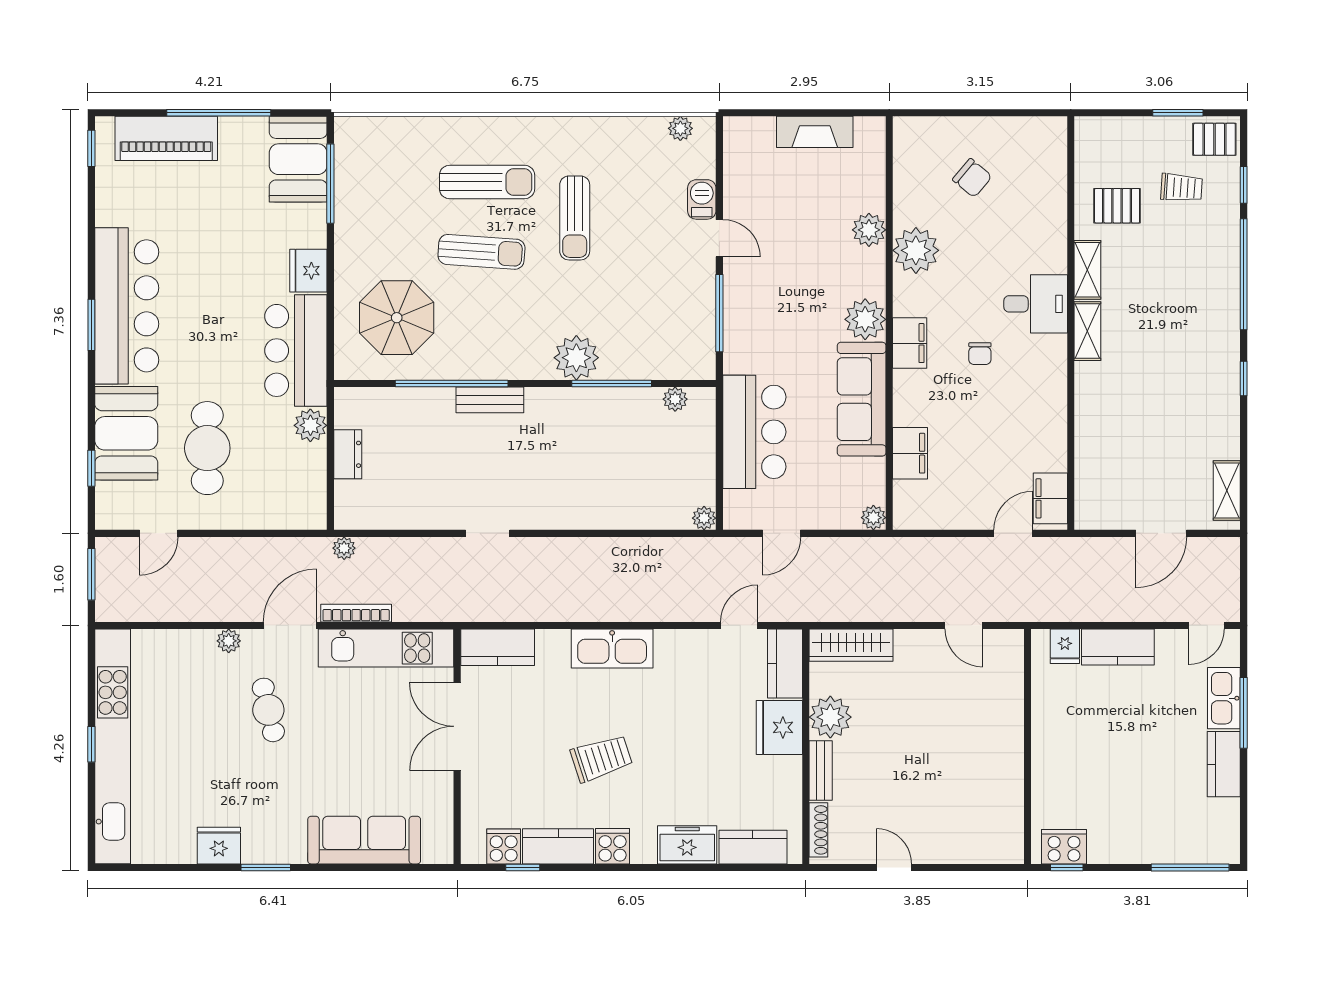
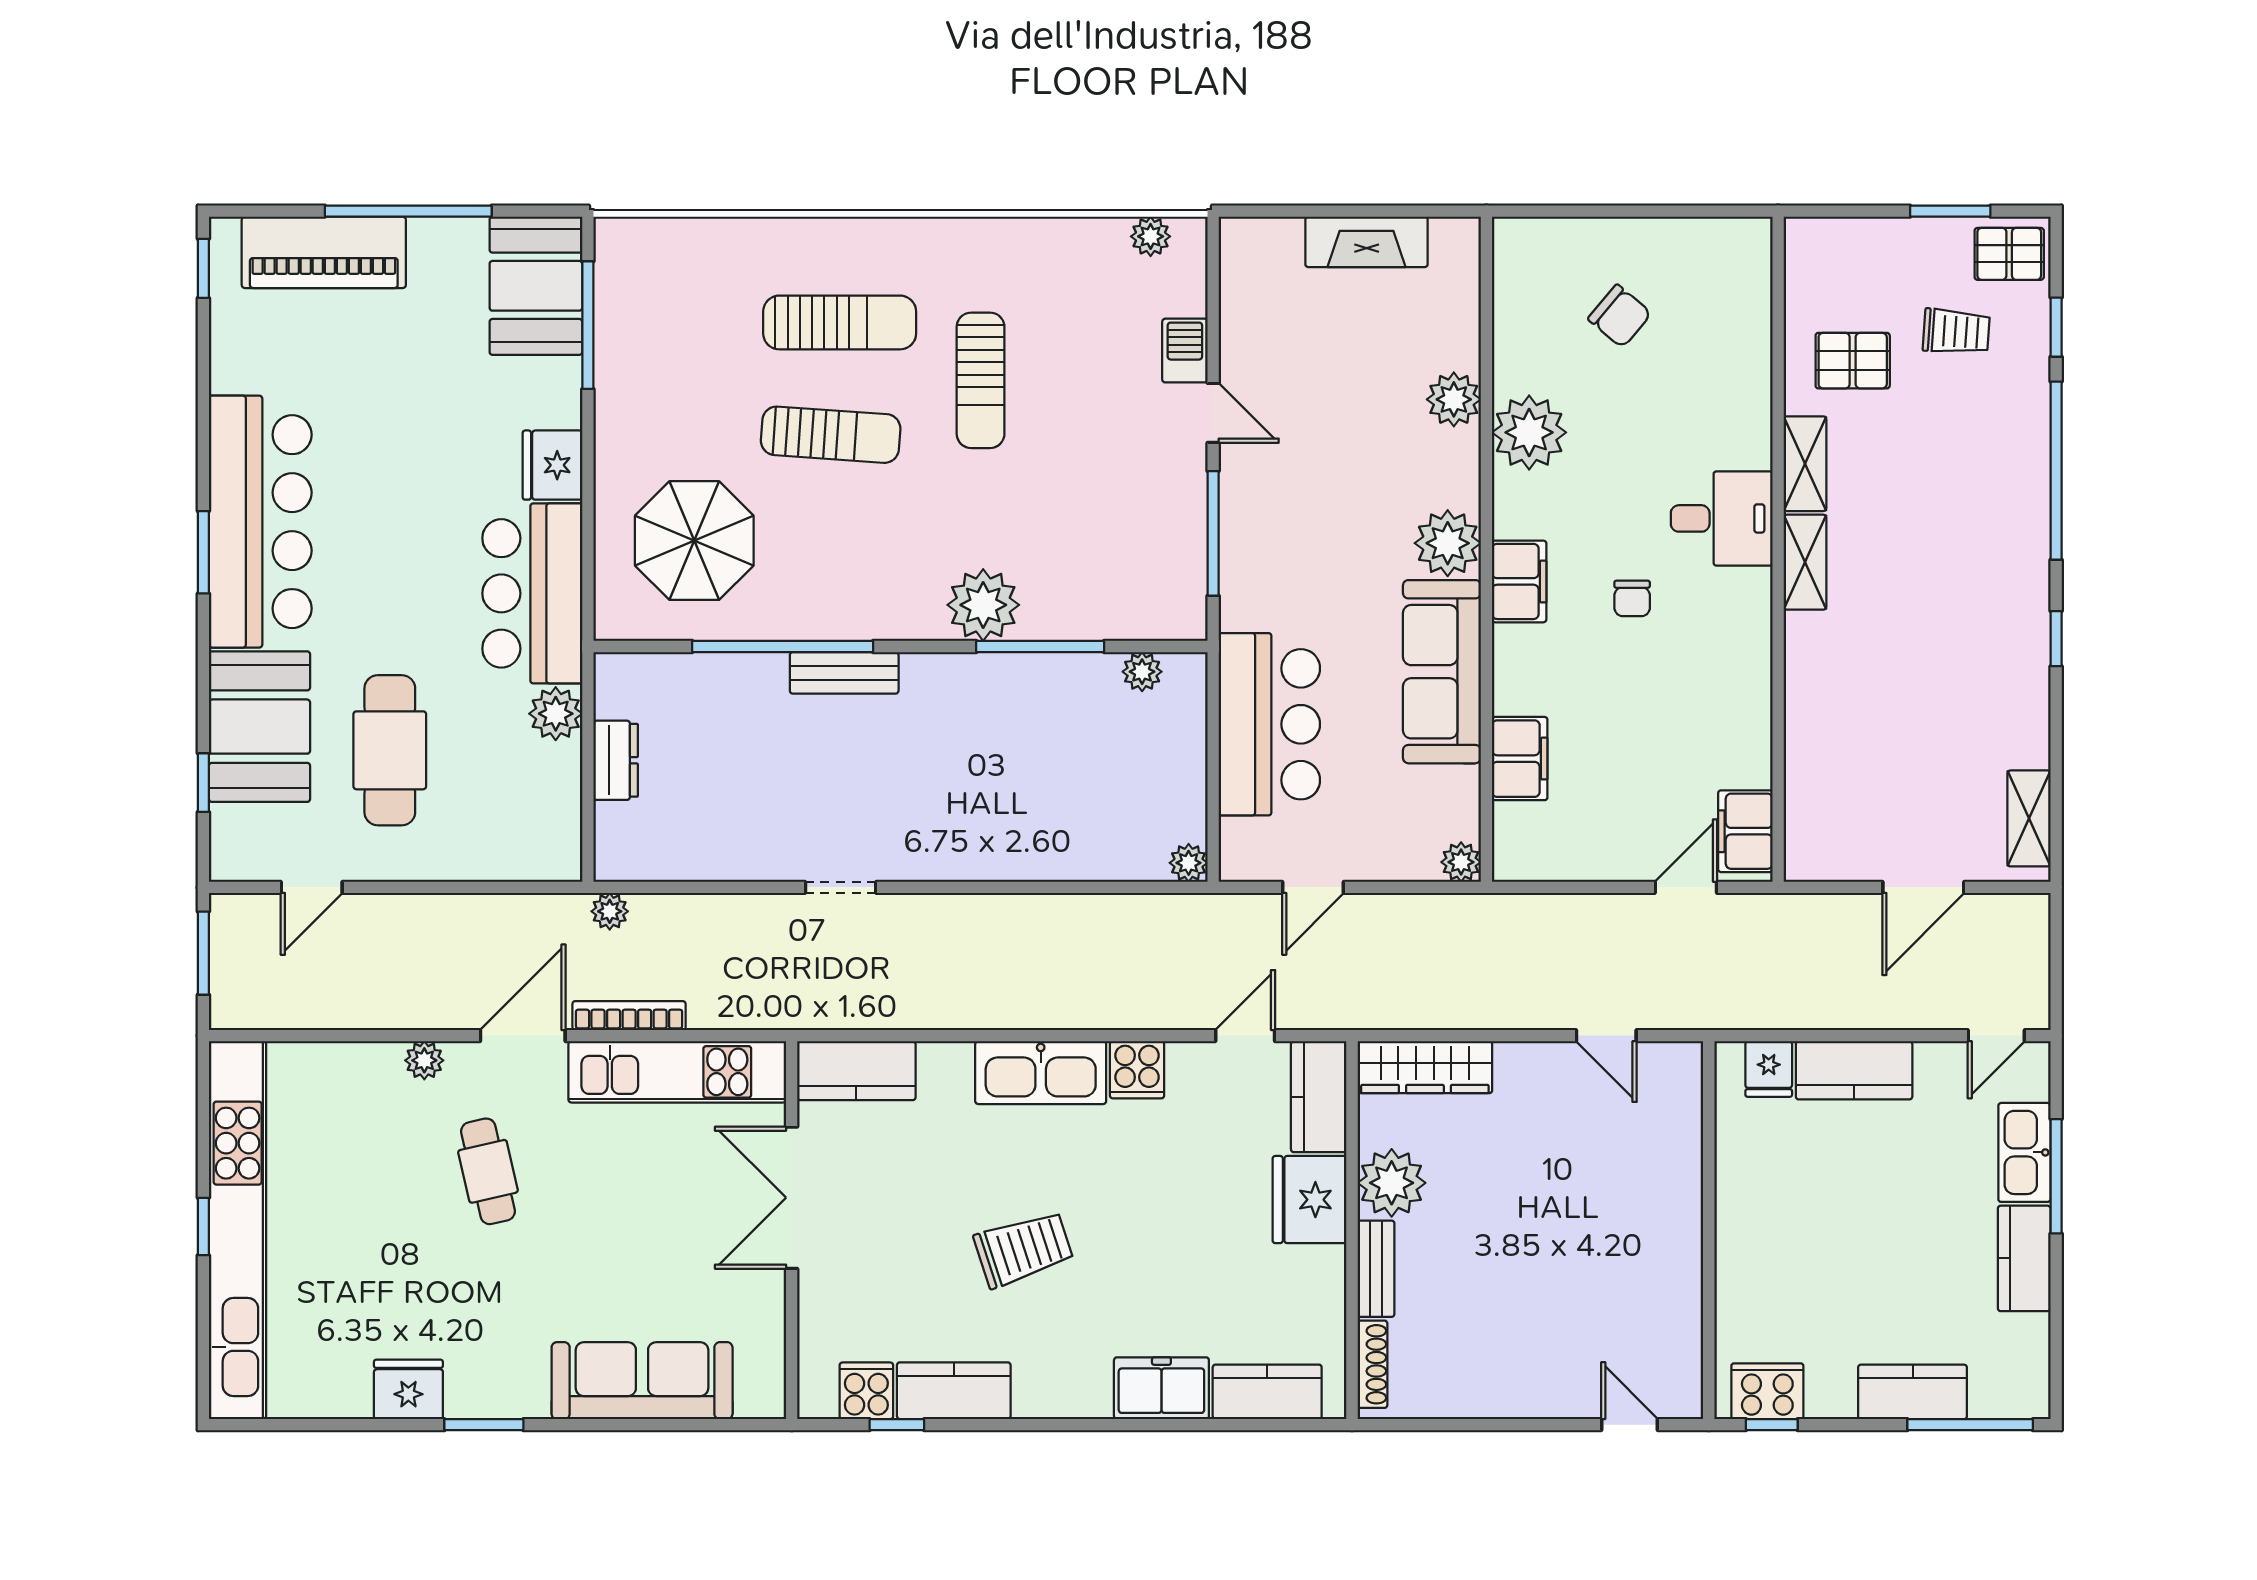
cooker: (613, 846) -> (1137, 1070), moved, turned 180
kitchen counter: (1154, 847) -> (1913, 1392), added
door: (894, 867) -> (1630, 1425), moved

